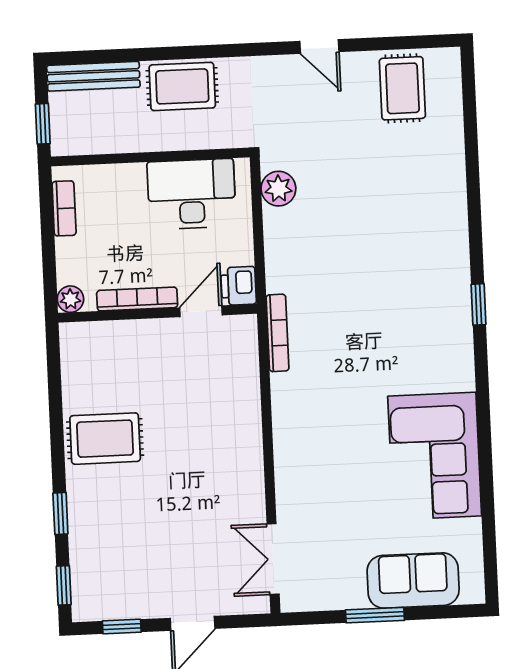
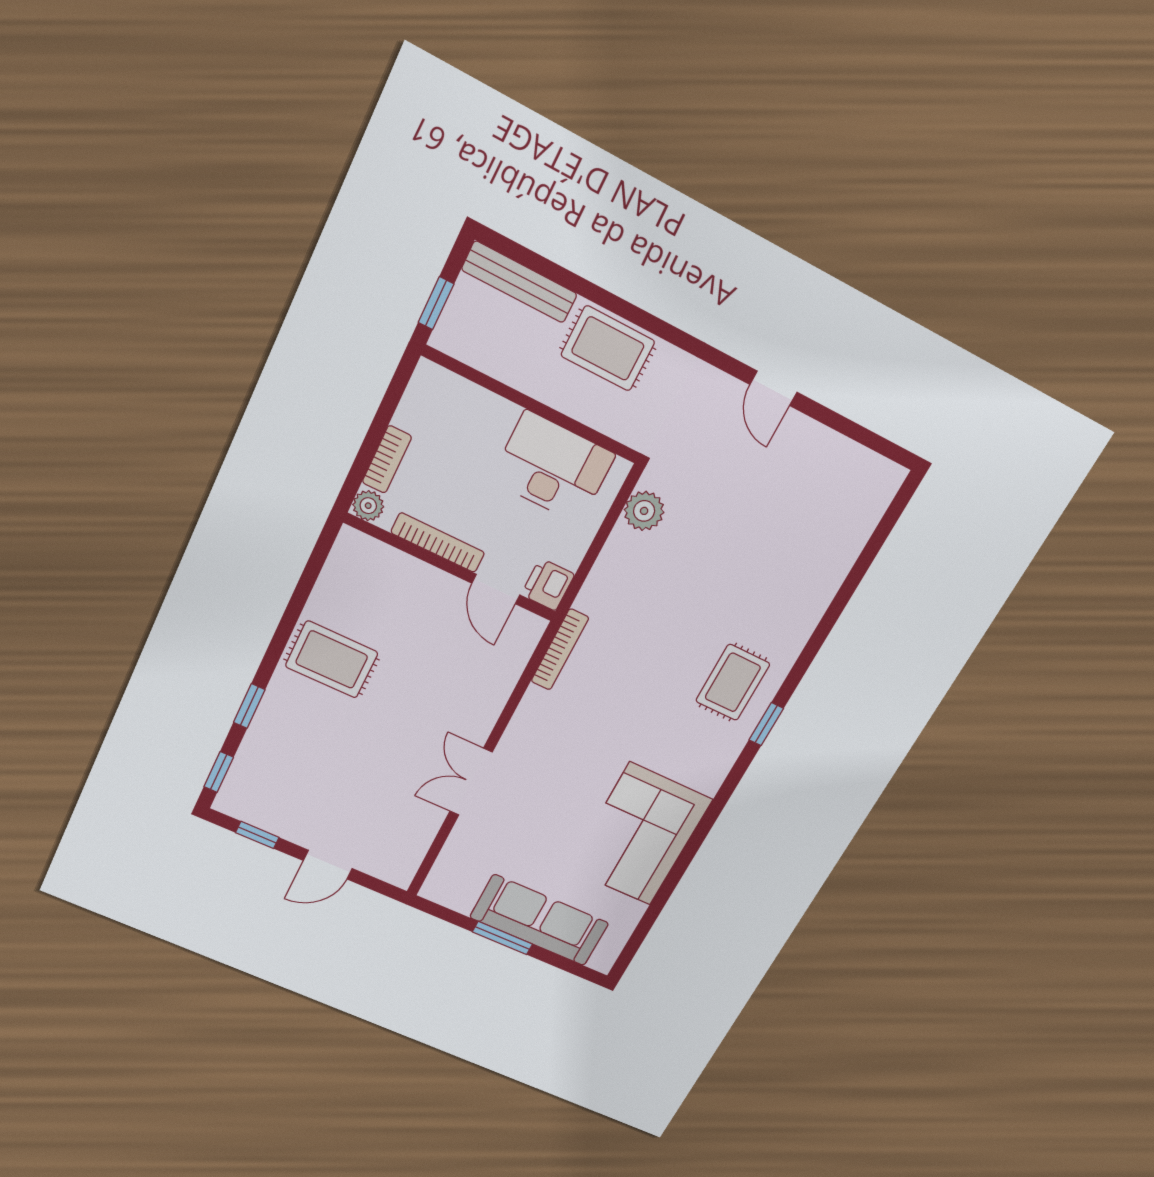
rug: (402, 88) -> (733, 682), moved
bookcase: (64, 208) -> (387, 459), moved
door: (201, 311) -> (496, 589), swing flipped
double door: (273, 559) -> (471, 782), moved
sofa: (413, 580) -> (539, 920), width x1.36

